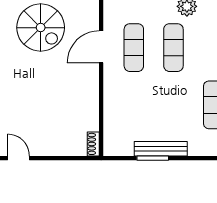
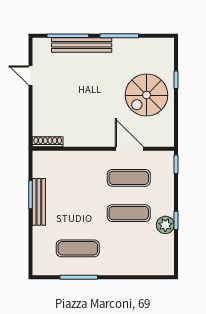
shoe rack: (93, 144) -> (48, 142), width x1.43
door: (19, 158) -> (30, 75), swing flipped

